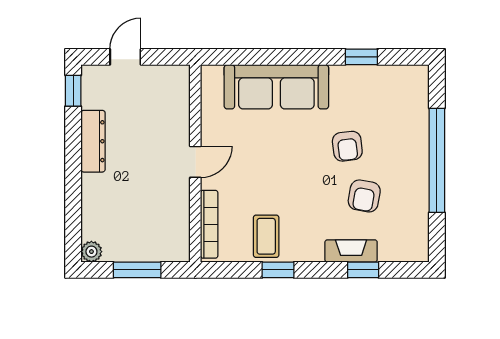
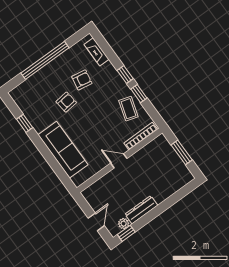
door: (125, 57) -> (96, 222), swing flipped
coffee table: (266, 236) -> (128, 109), turned -73
fireplace: (351, 251) -> (97, 52), moved
plant: (91, 252) -> (124, 224), moved
window: (363, 270) -> (125, 74), moved

